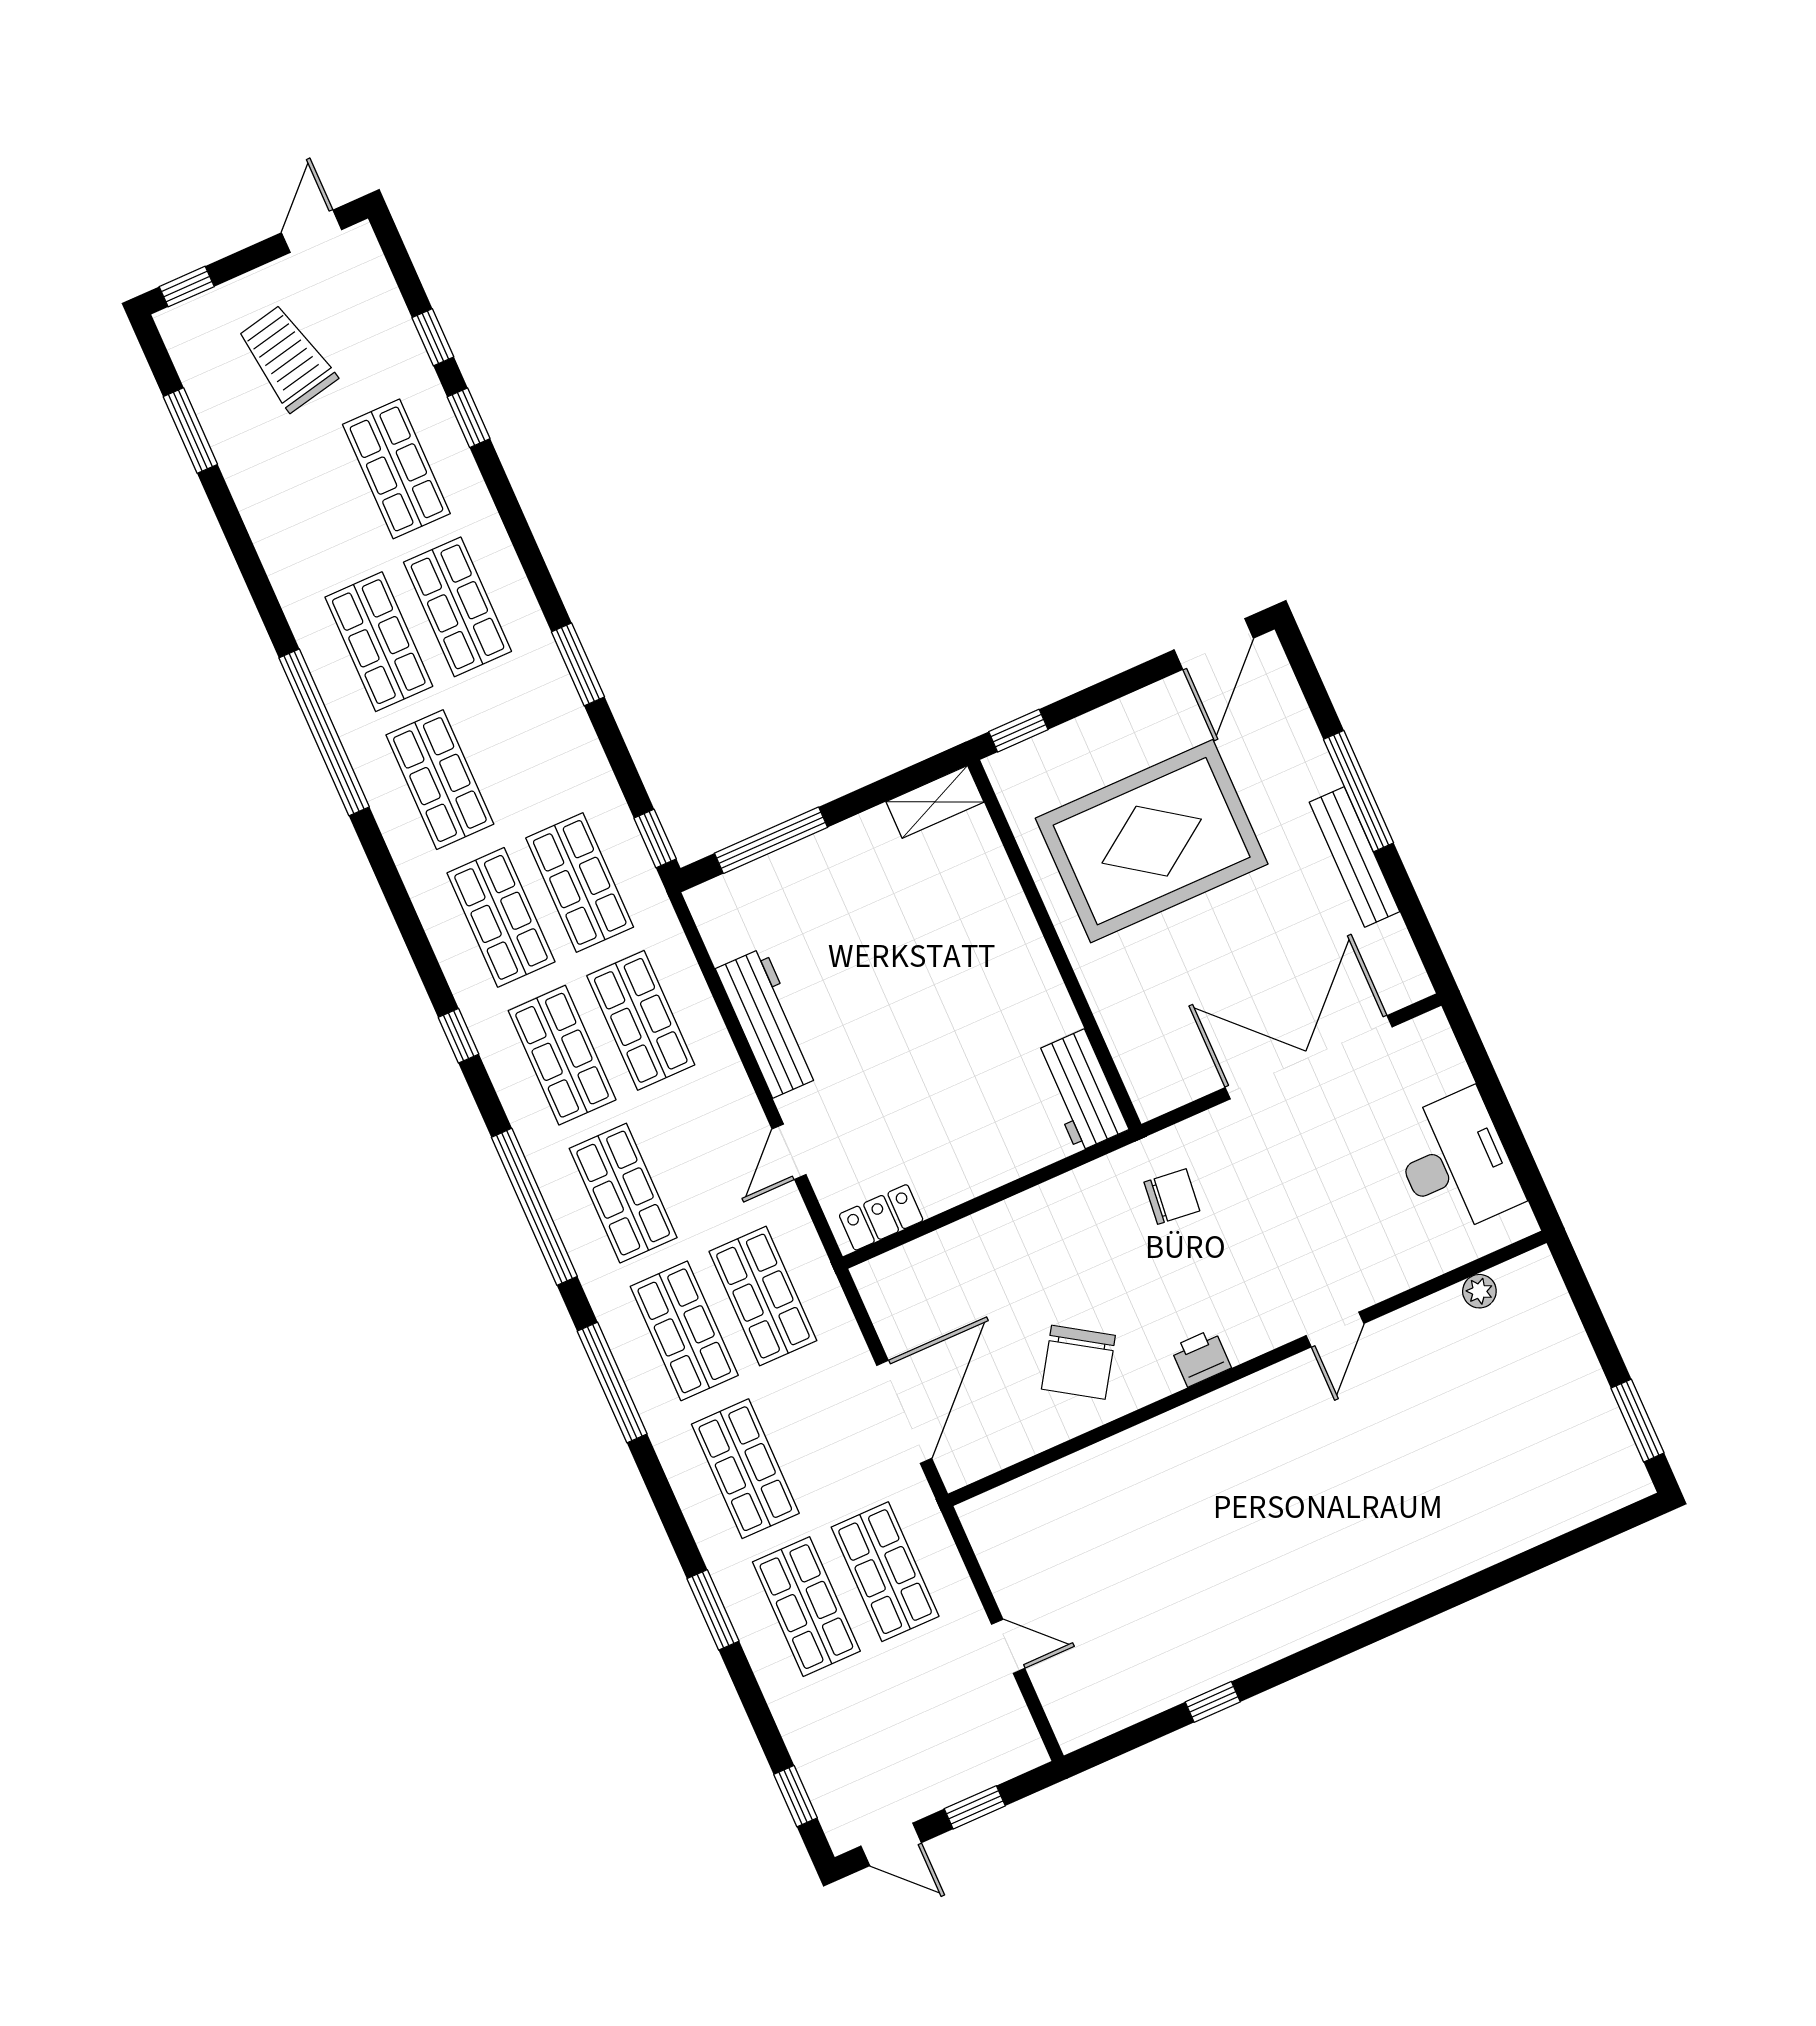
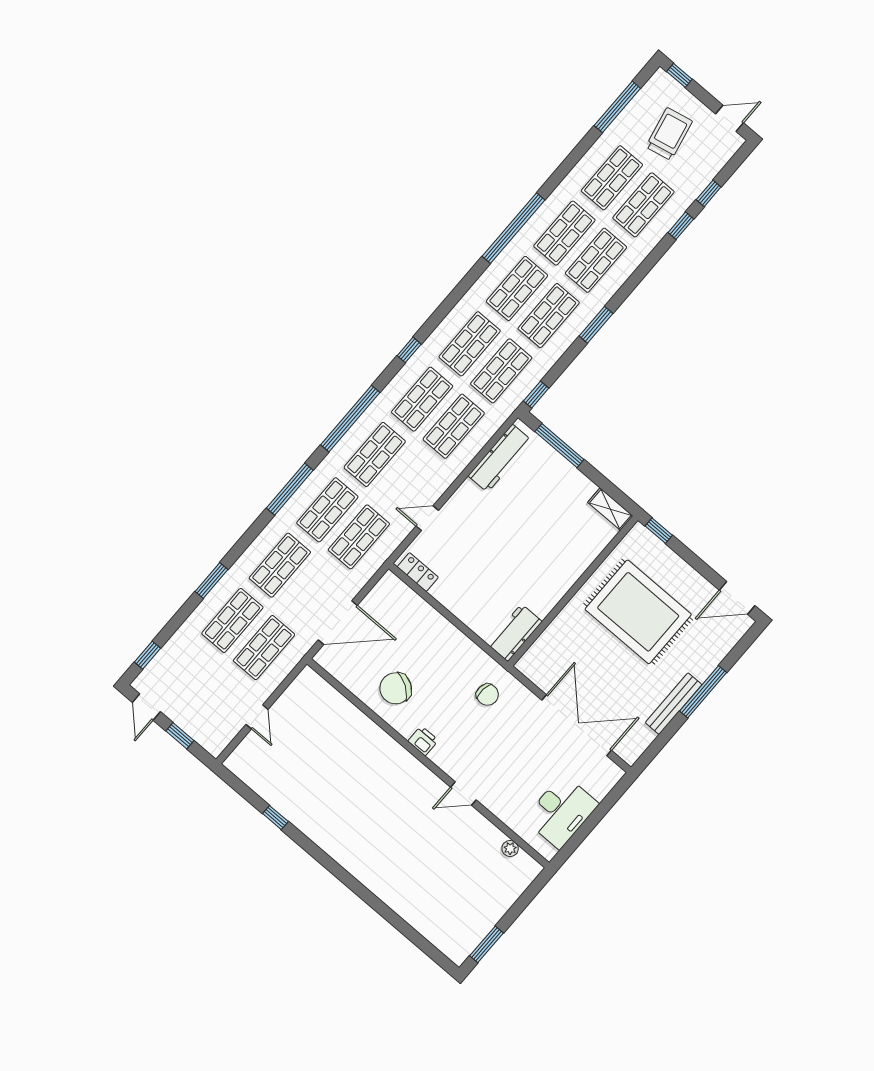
window: (190, 431) -> (617, 107), width x1.44
shop shelf: (318, 504) -> (612, 178), added
shop shelf: (519, 745) -> (549, 316), added
workbench: (768, 1023) -> (500, 458), moved

